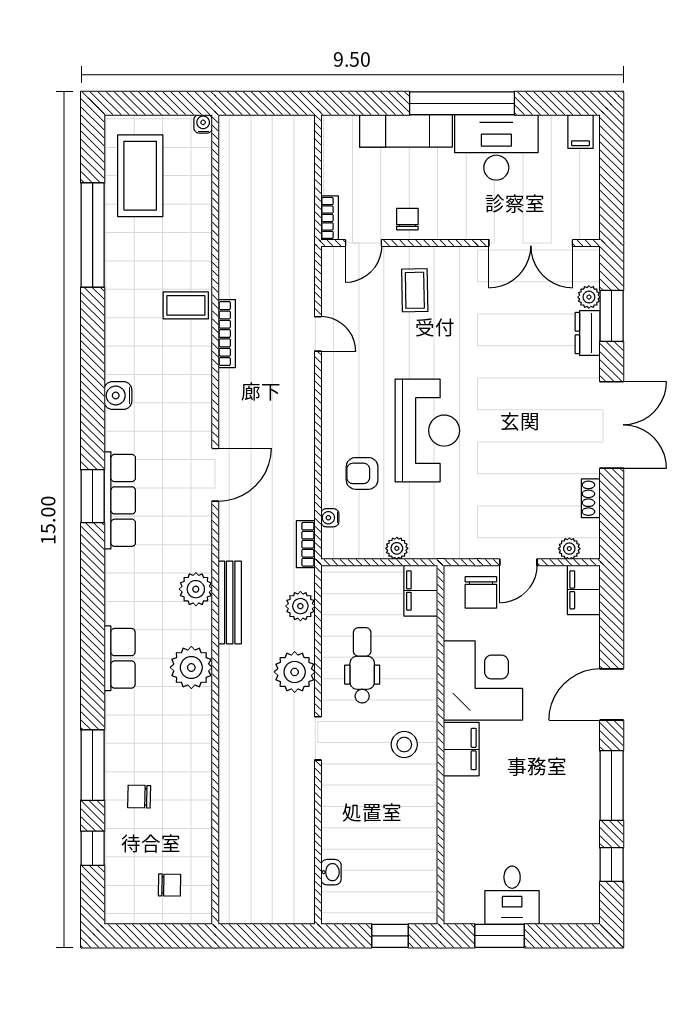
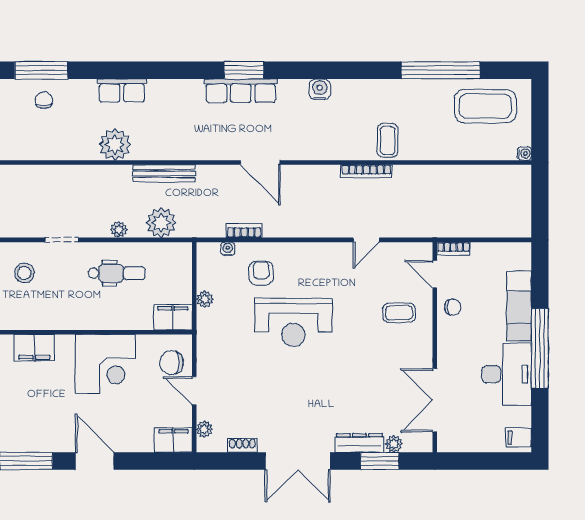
dresser: (588, 333) -> (359, 443), width x1.44
bookcase: (306, 544) -> (244, 231), moved
plant: (196, 589) -> (174, 148), removed
plant: (300, 606) -> (161, 223), width x1.36, depth x1.36
plant: (295, 672) -> (119, 230), width x0.53, depth x0.53
stool: (404, 745) -> (24, 273), moved
filing cabinet: (461, 749) -> (34, 348), moved
chair: (139, 797) -> (44, 100), moved

